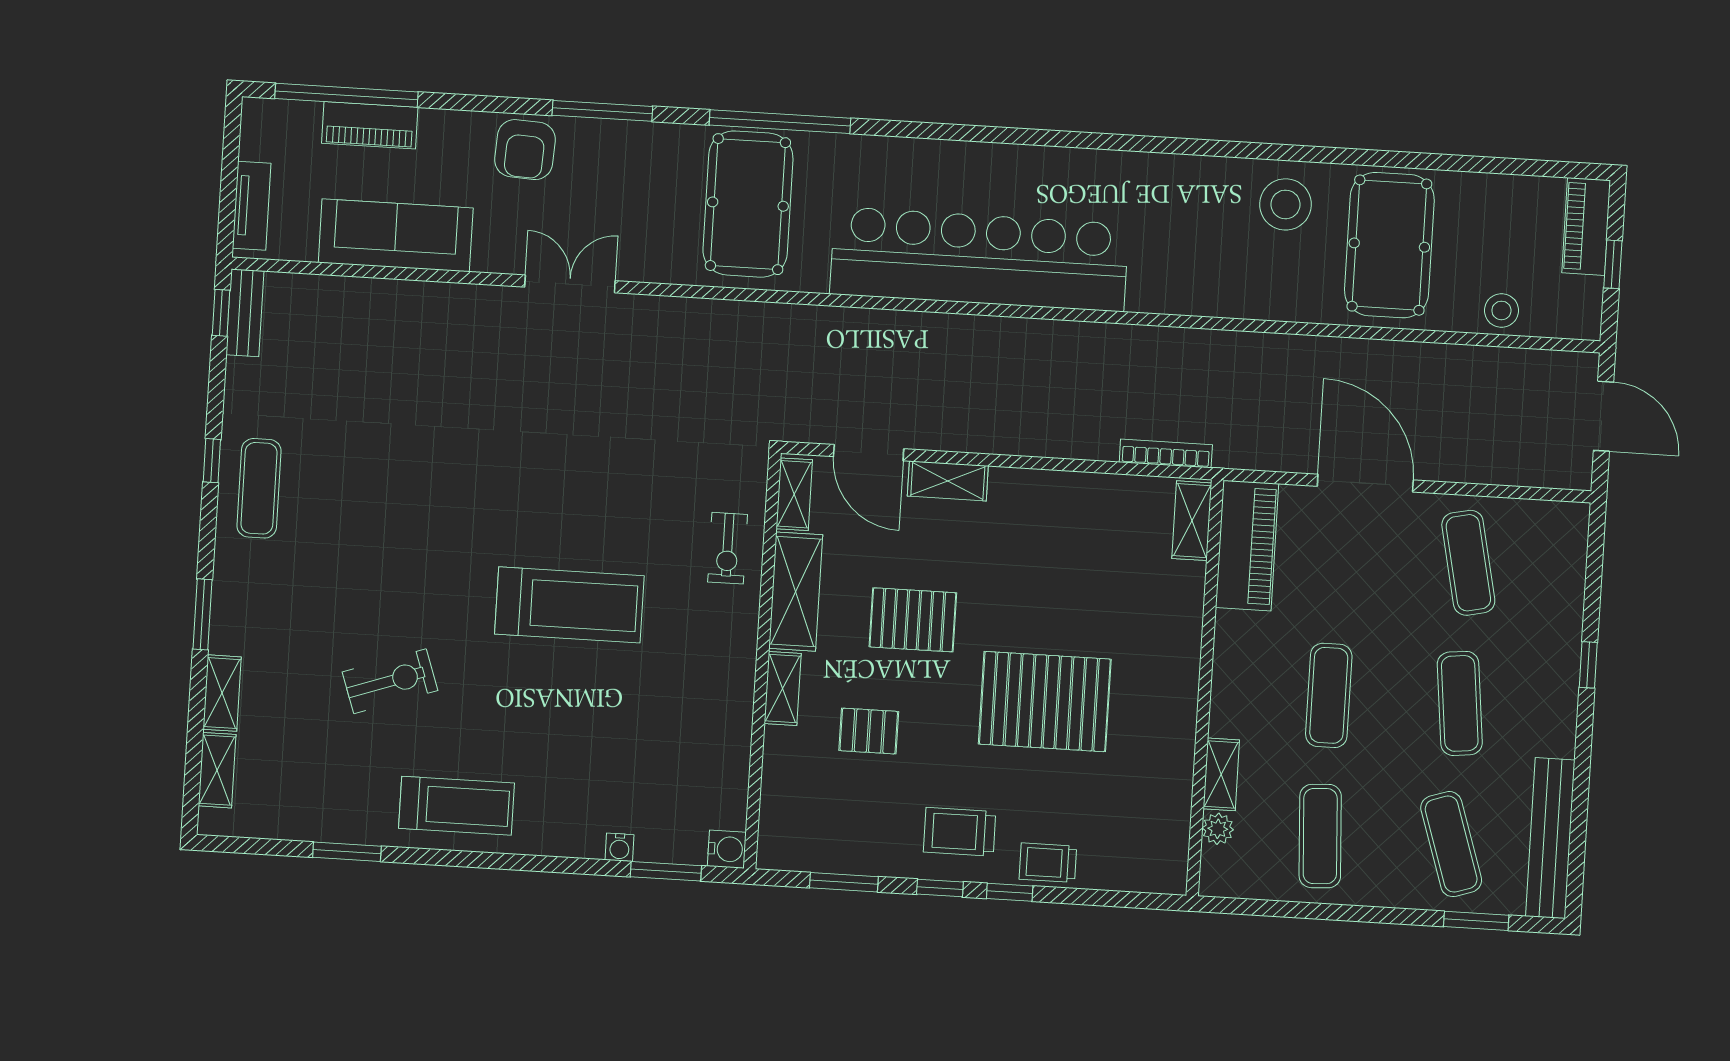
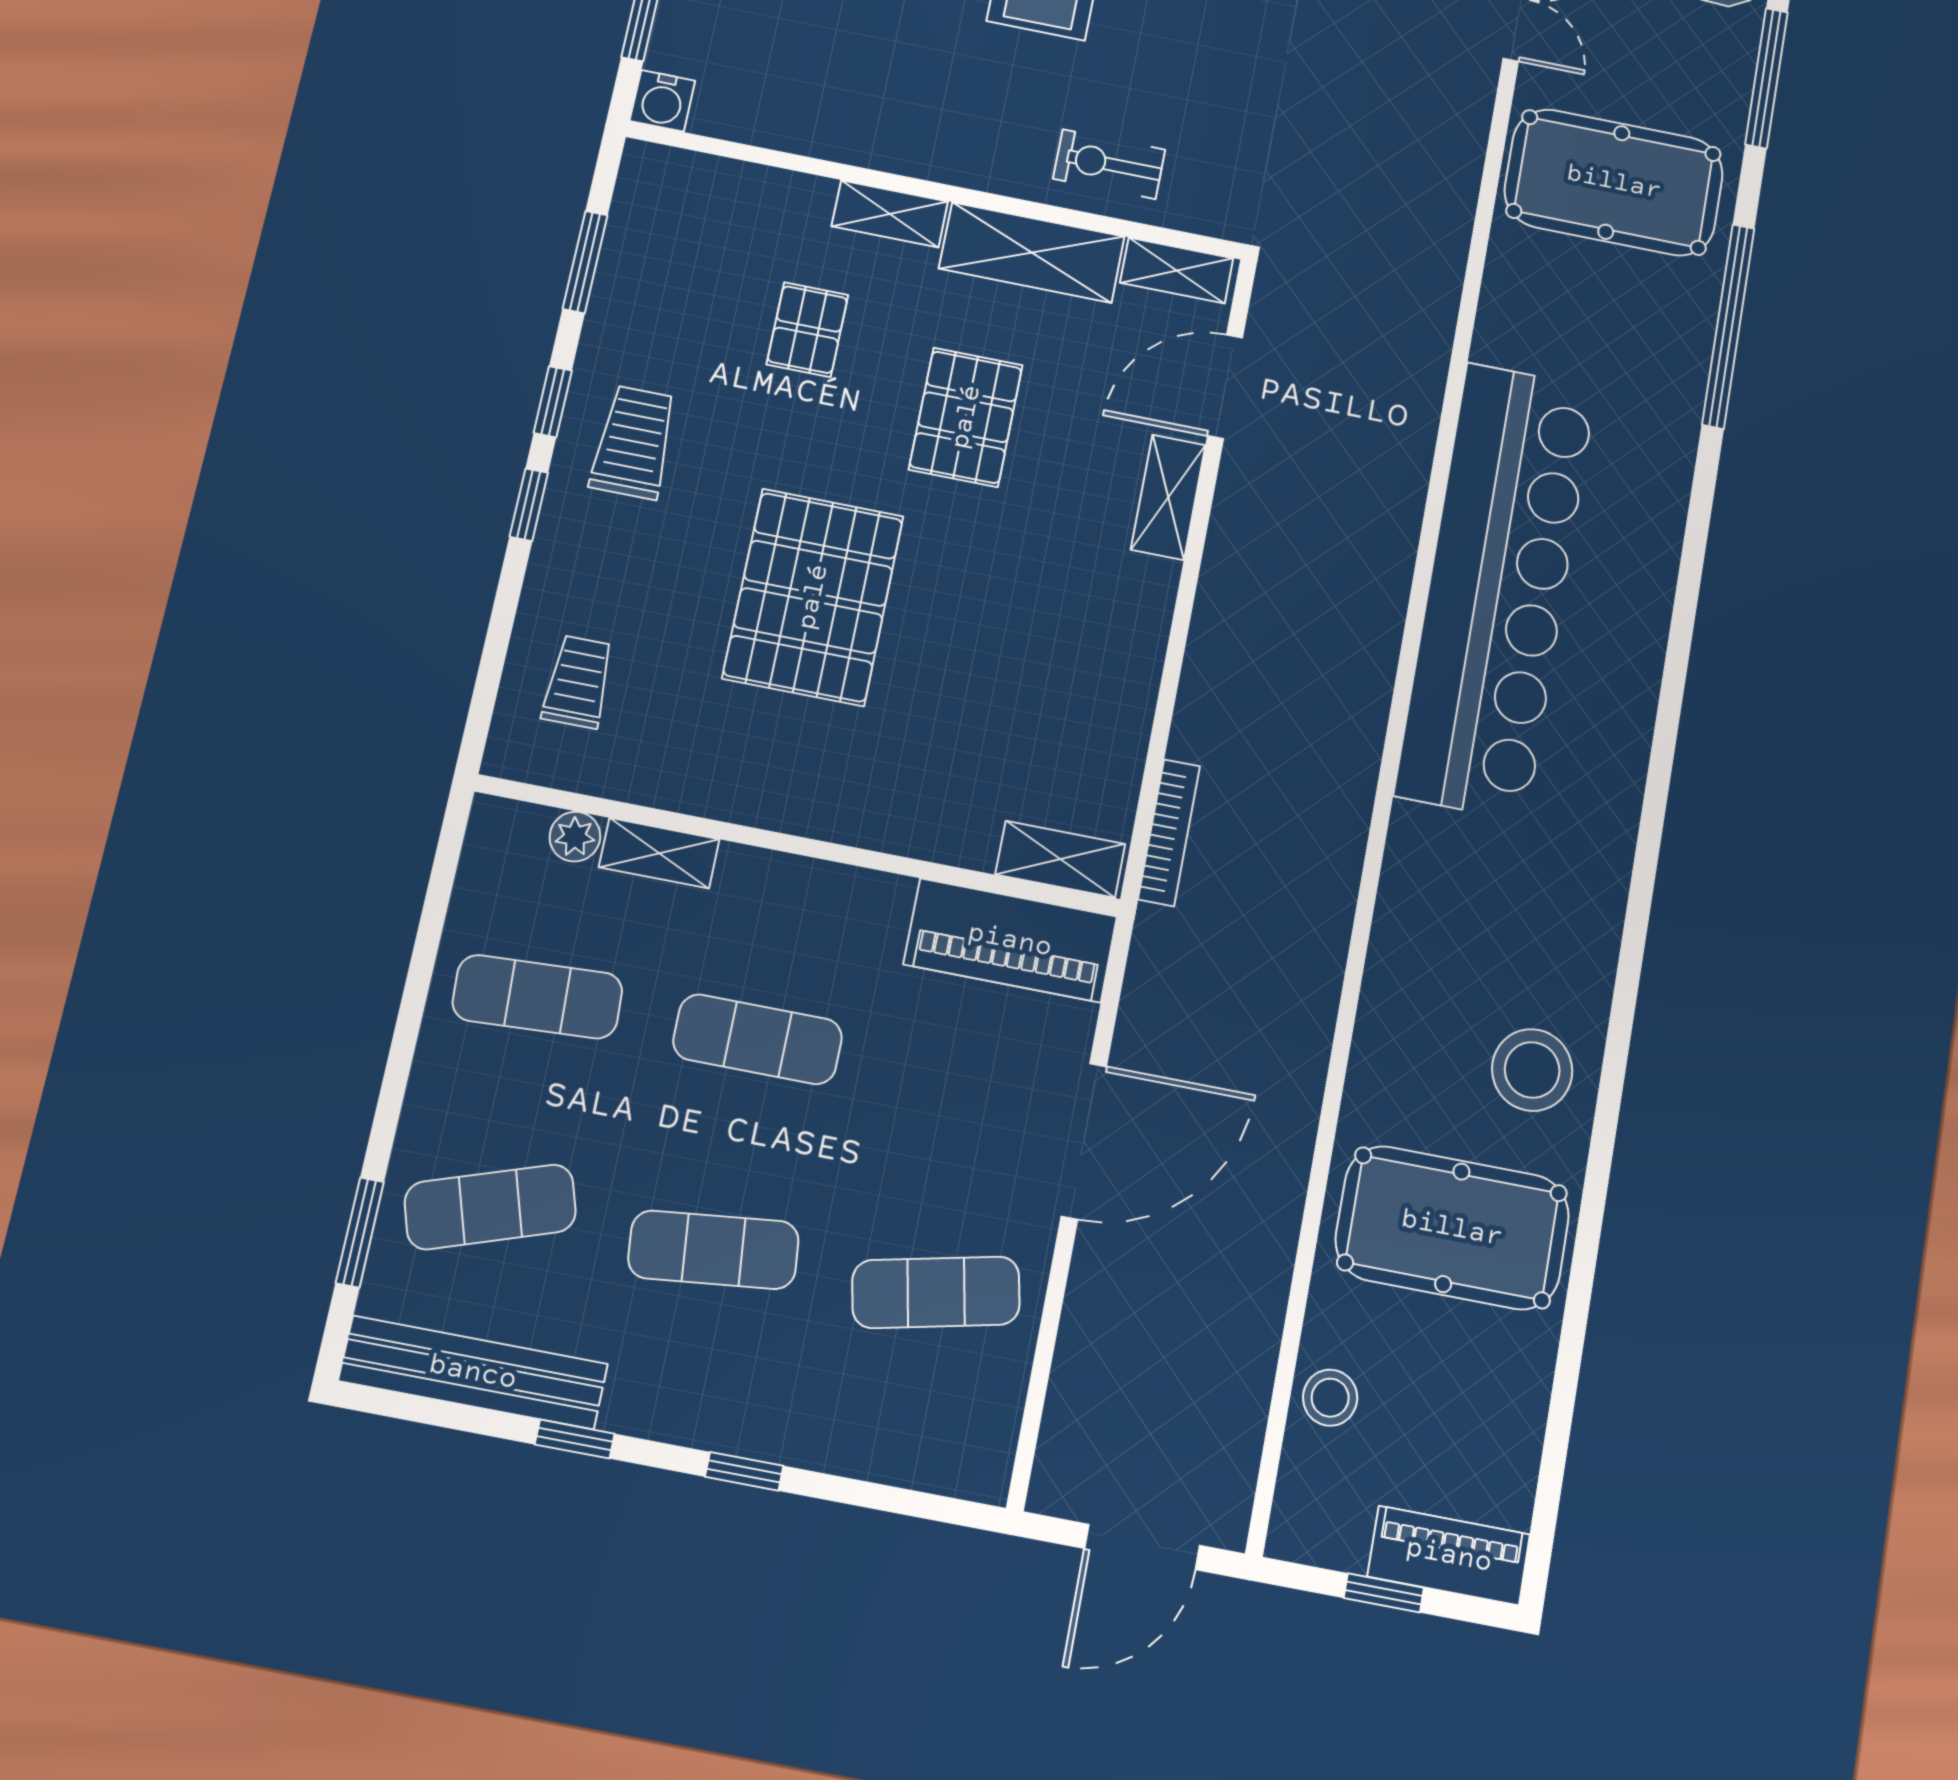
pool table: (748, 204) -> (1614, 182), moved
window: (1582, 770) -> (575, 1439), added
trolley: (1048, 863) -> (578, 682), moved

